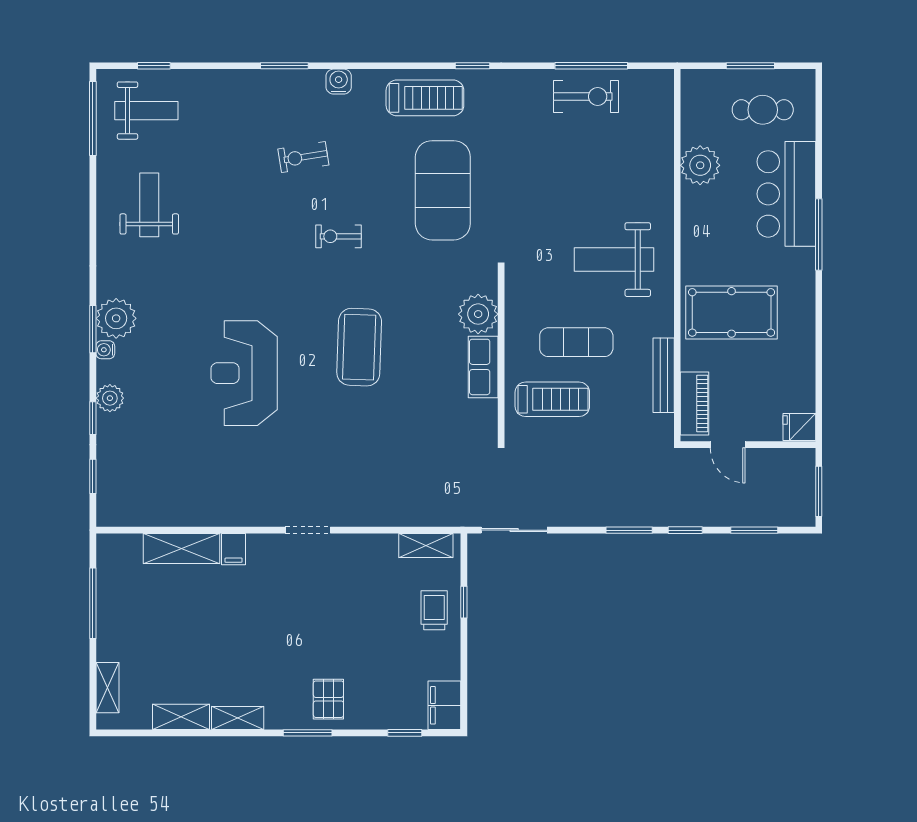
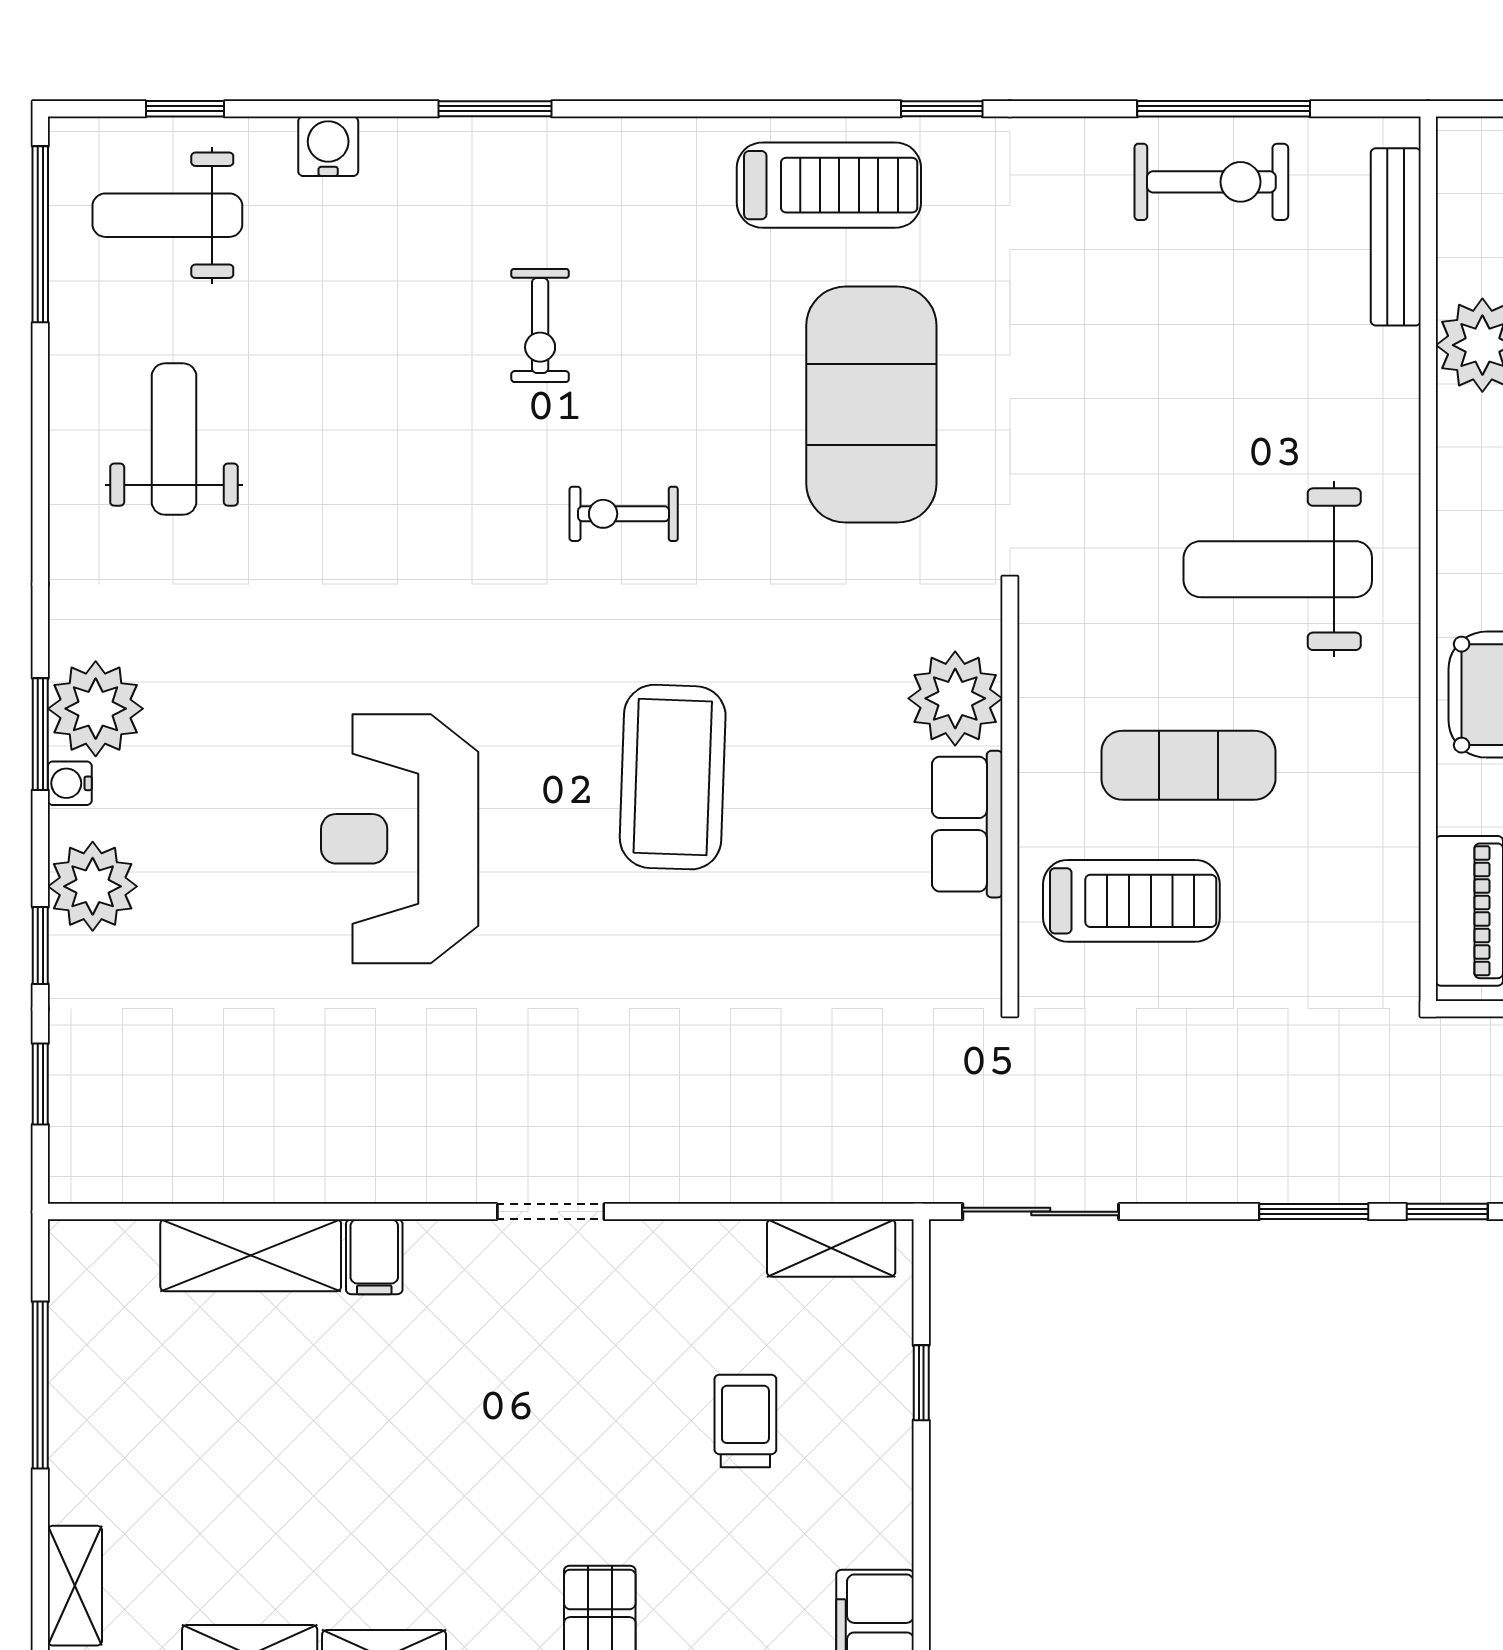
water cooler: (339, 82) -> (328, 146), moved
weight bench: (146, 111) -> (167, 215), turned 180
exercise bike: (303, 157) -> (540, 326), turned -81
bench: (664, 375) -> (1396, 237), moved
plant: (110, 398) -> (93, 886), width x1.36, depth x1.36
trolley: (434, 610) -> (745, 1421), moved

